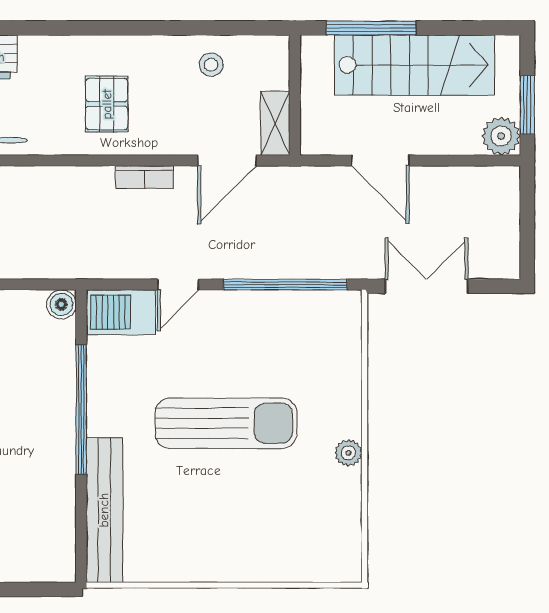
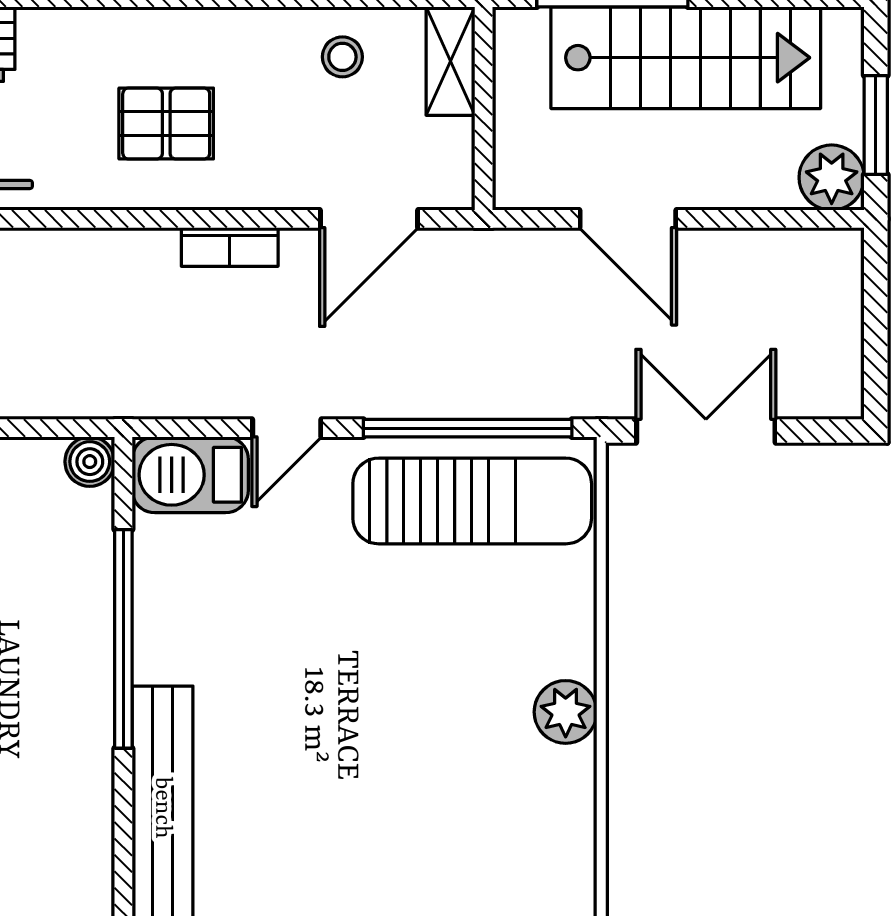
pallet: (107, 104) -> (166, 124), turned 90
shelving: (275, 123) -> (450, 61), moved
sun lounger: (226, 423) -> (472, 501), moved
plant: (348, 453) -> (566, 712), width x1.38, depth x1.38

